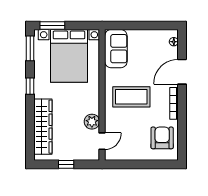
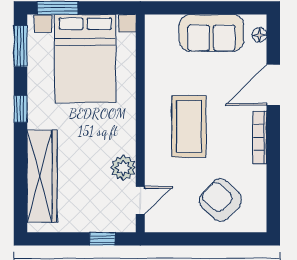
sofa: (116, 49) -> (211, 33), moved, turned 90
coffee table: (131, 97) -> (189, 126), turned 90
armchair: (162, 138) -> (220, 200), moved, turned -46
window: (66, 164) -> (102, 239), moved

